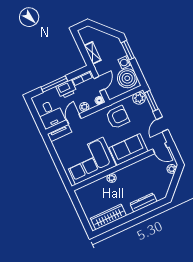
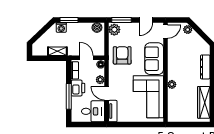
washing machine: (125, 62) -> (61, 28), moved
boiler: (127, 78) -> (97, 28), width x0.54, depth x0.54
door: (162, 124) -> (146, 20), hinge flipped

